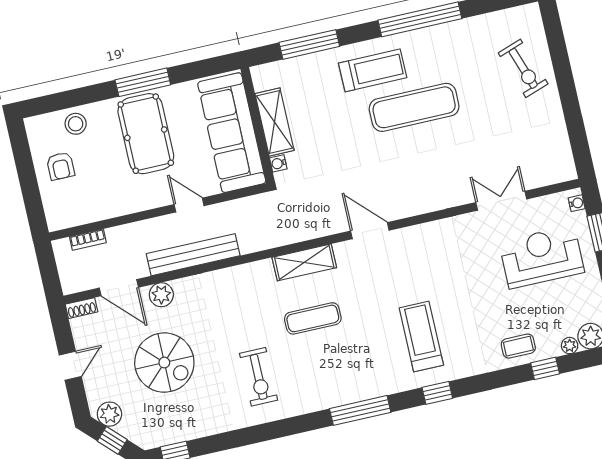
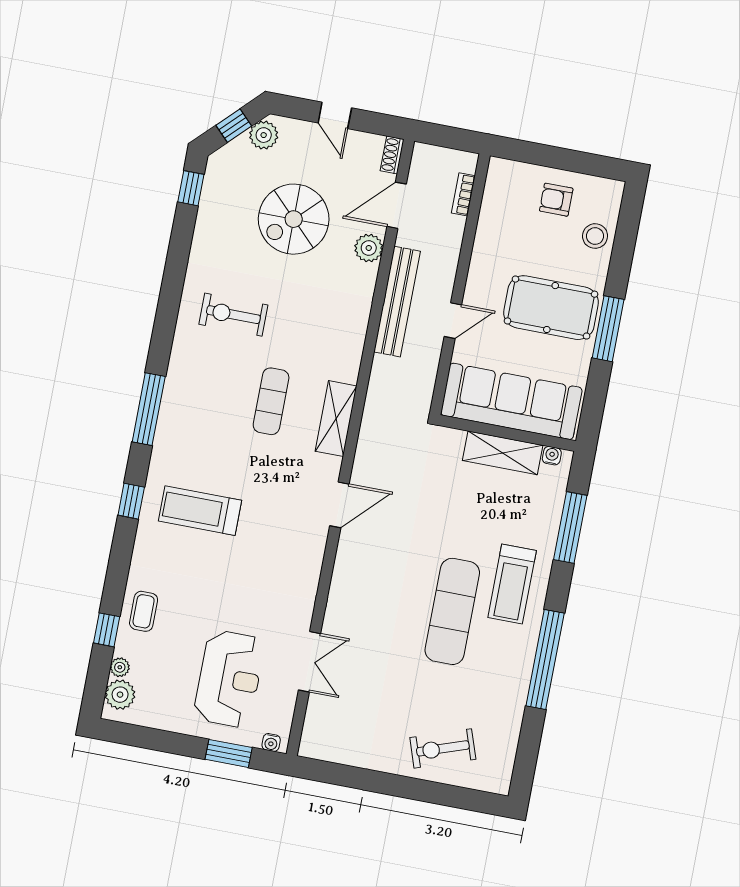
water cooler: (278, 163) -> (552, 456), moved
treadmill: (421, 337) -> (200, 511), turned 180

